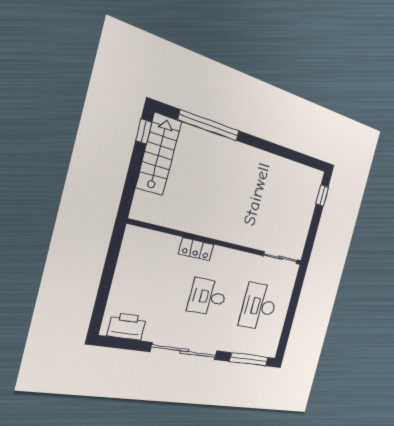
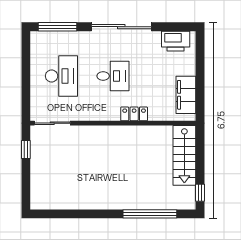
stairs: (159, 154) -> (184, 155), moved
window: (322, 196) -> (26, 150), moved
filing cabinet: (130, 259) -> (186, 95), added

